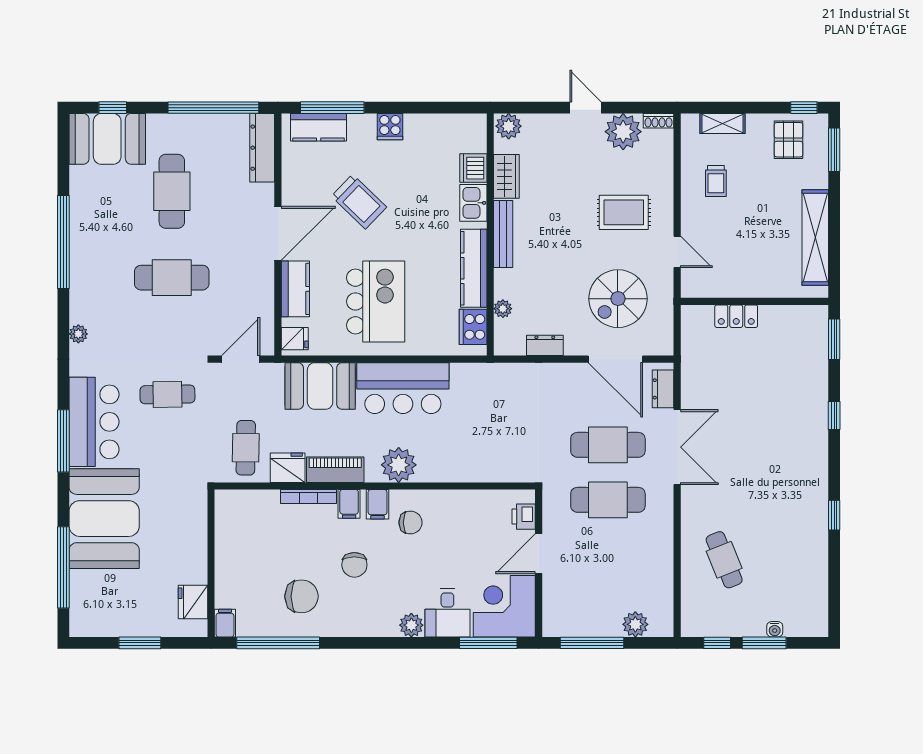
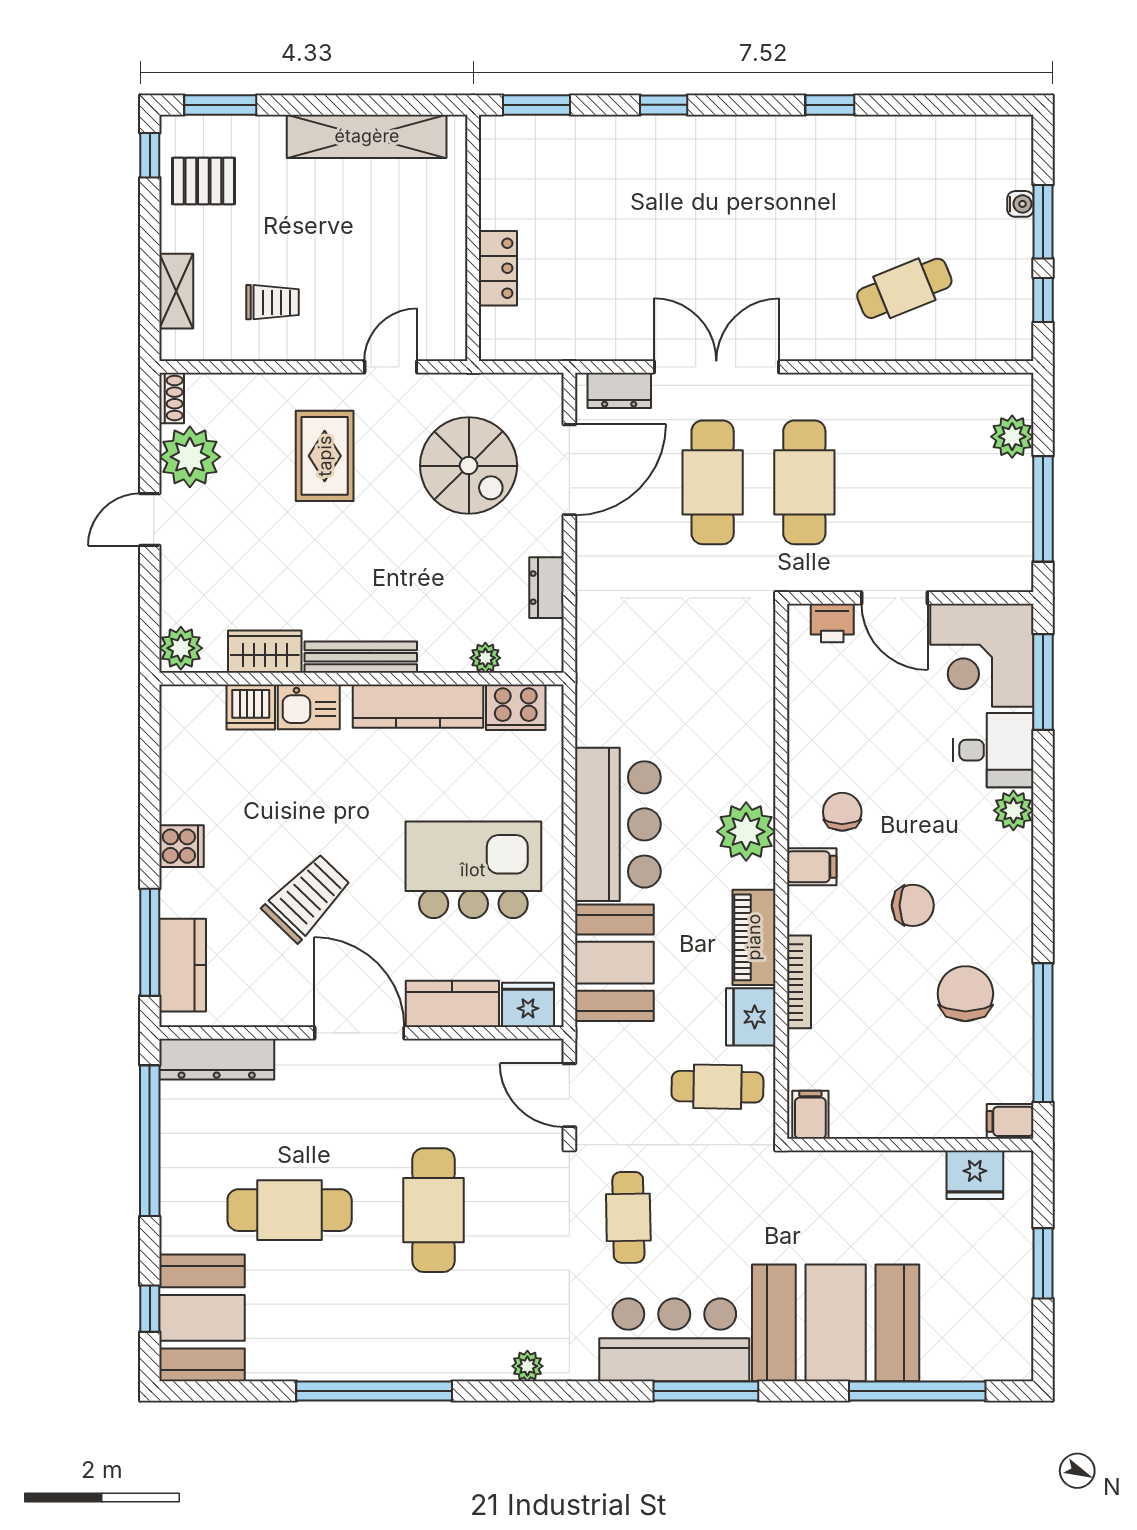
fridge: (295, 339) -> (528, 1005), width x1.38
filing cabinet: (349, 504) -> (810, 1115), moved, turned -90

